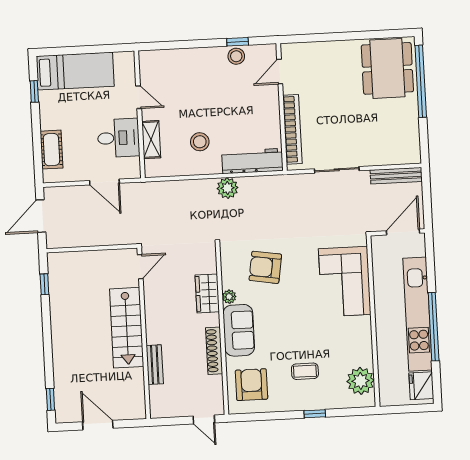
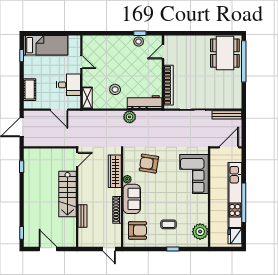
shelving: (151, 140) -> (87, 98), moved
wardrobe: (207, 293) -> (115, 171), width x1.50
armchair: (251, 385) -> (137, 230), turned 90

